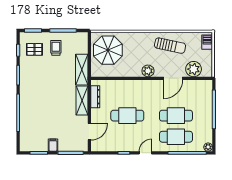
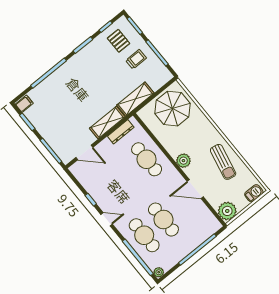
plant: (194, 69) -> (227, 211), moved
cafe table: (127, 116) -> (147, 159), moved
filing cabinet: (53, 145) -> (24, 104), moved

